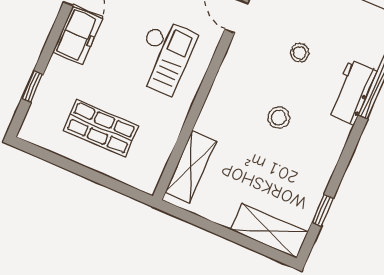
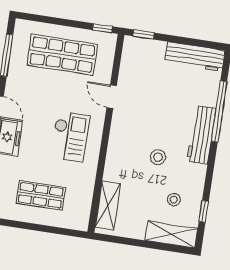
stool: (300, 53) -> (174, 200), moved
workbench: (352, 92) -> (201, 135), width x1.38

